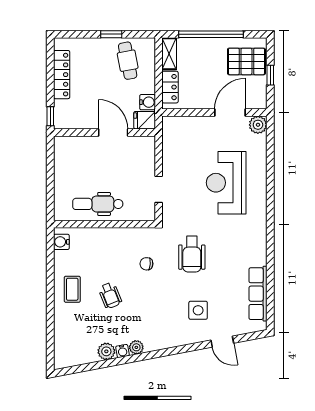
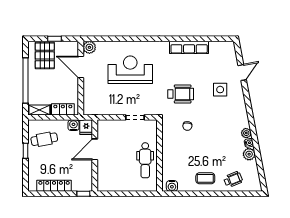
reception desk: (226, 183) -> (130, 70), turned 180
row of seats: (258, 294) -> (189, 47), moved
wheelchair: (110, 295) -> (233, 179), moved

